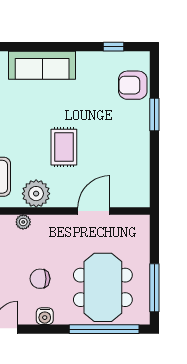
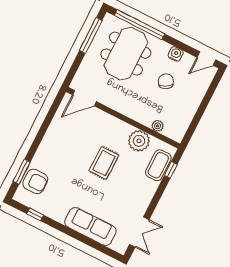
window: (154, 114) -> (22, 172), moved
door: (94, 211) -> (84, 98), moved
chair: (40, 279) -> (166, 81), turned -118

